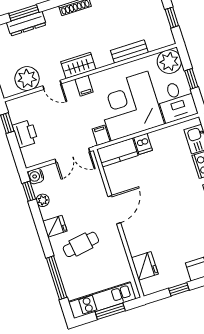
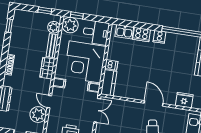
plant: (155, 41) -> (54, 27), added
wardrobe: (78, 65) -> (47, 68), moved
window: (191, 79) -> (77, 15), moved
door: (52, 85) -> (49, 102), swing flipped
door: (114, 210) -> (153, 103), moved

